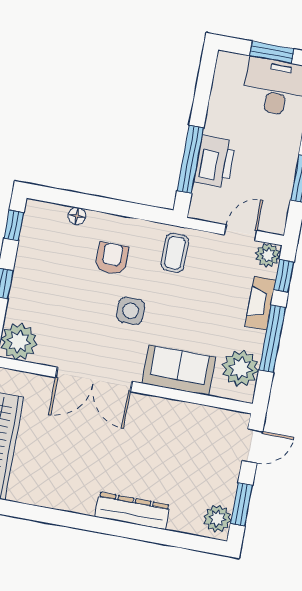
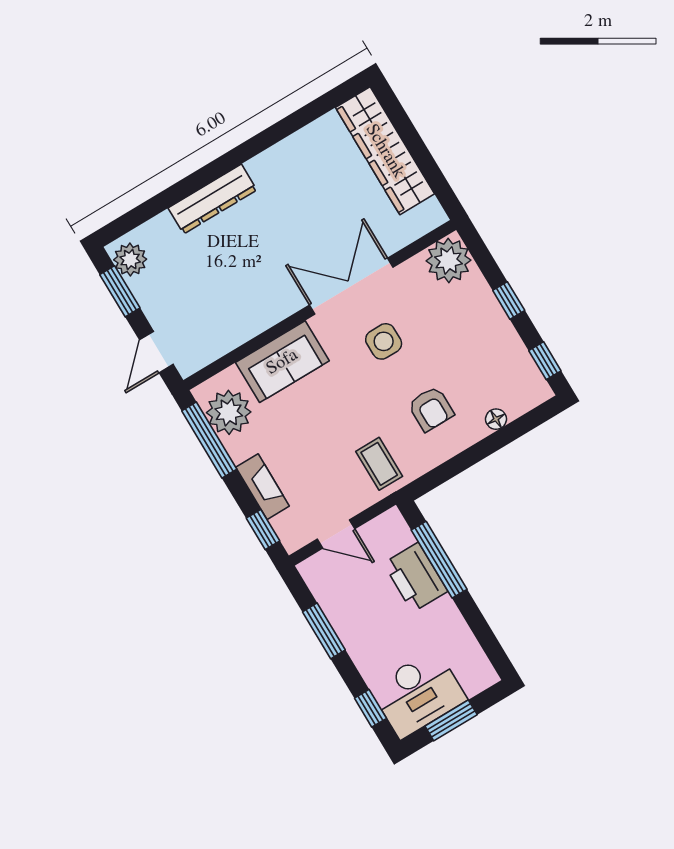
door: (241, 233) -> (336, 534), hinge flipped
plant: (268, 255) -> (294, 535), removed
side table: (131, 311) -> (384, 341), moved
window: (272, 339) -> (209, 440), moved

